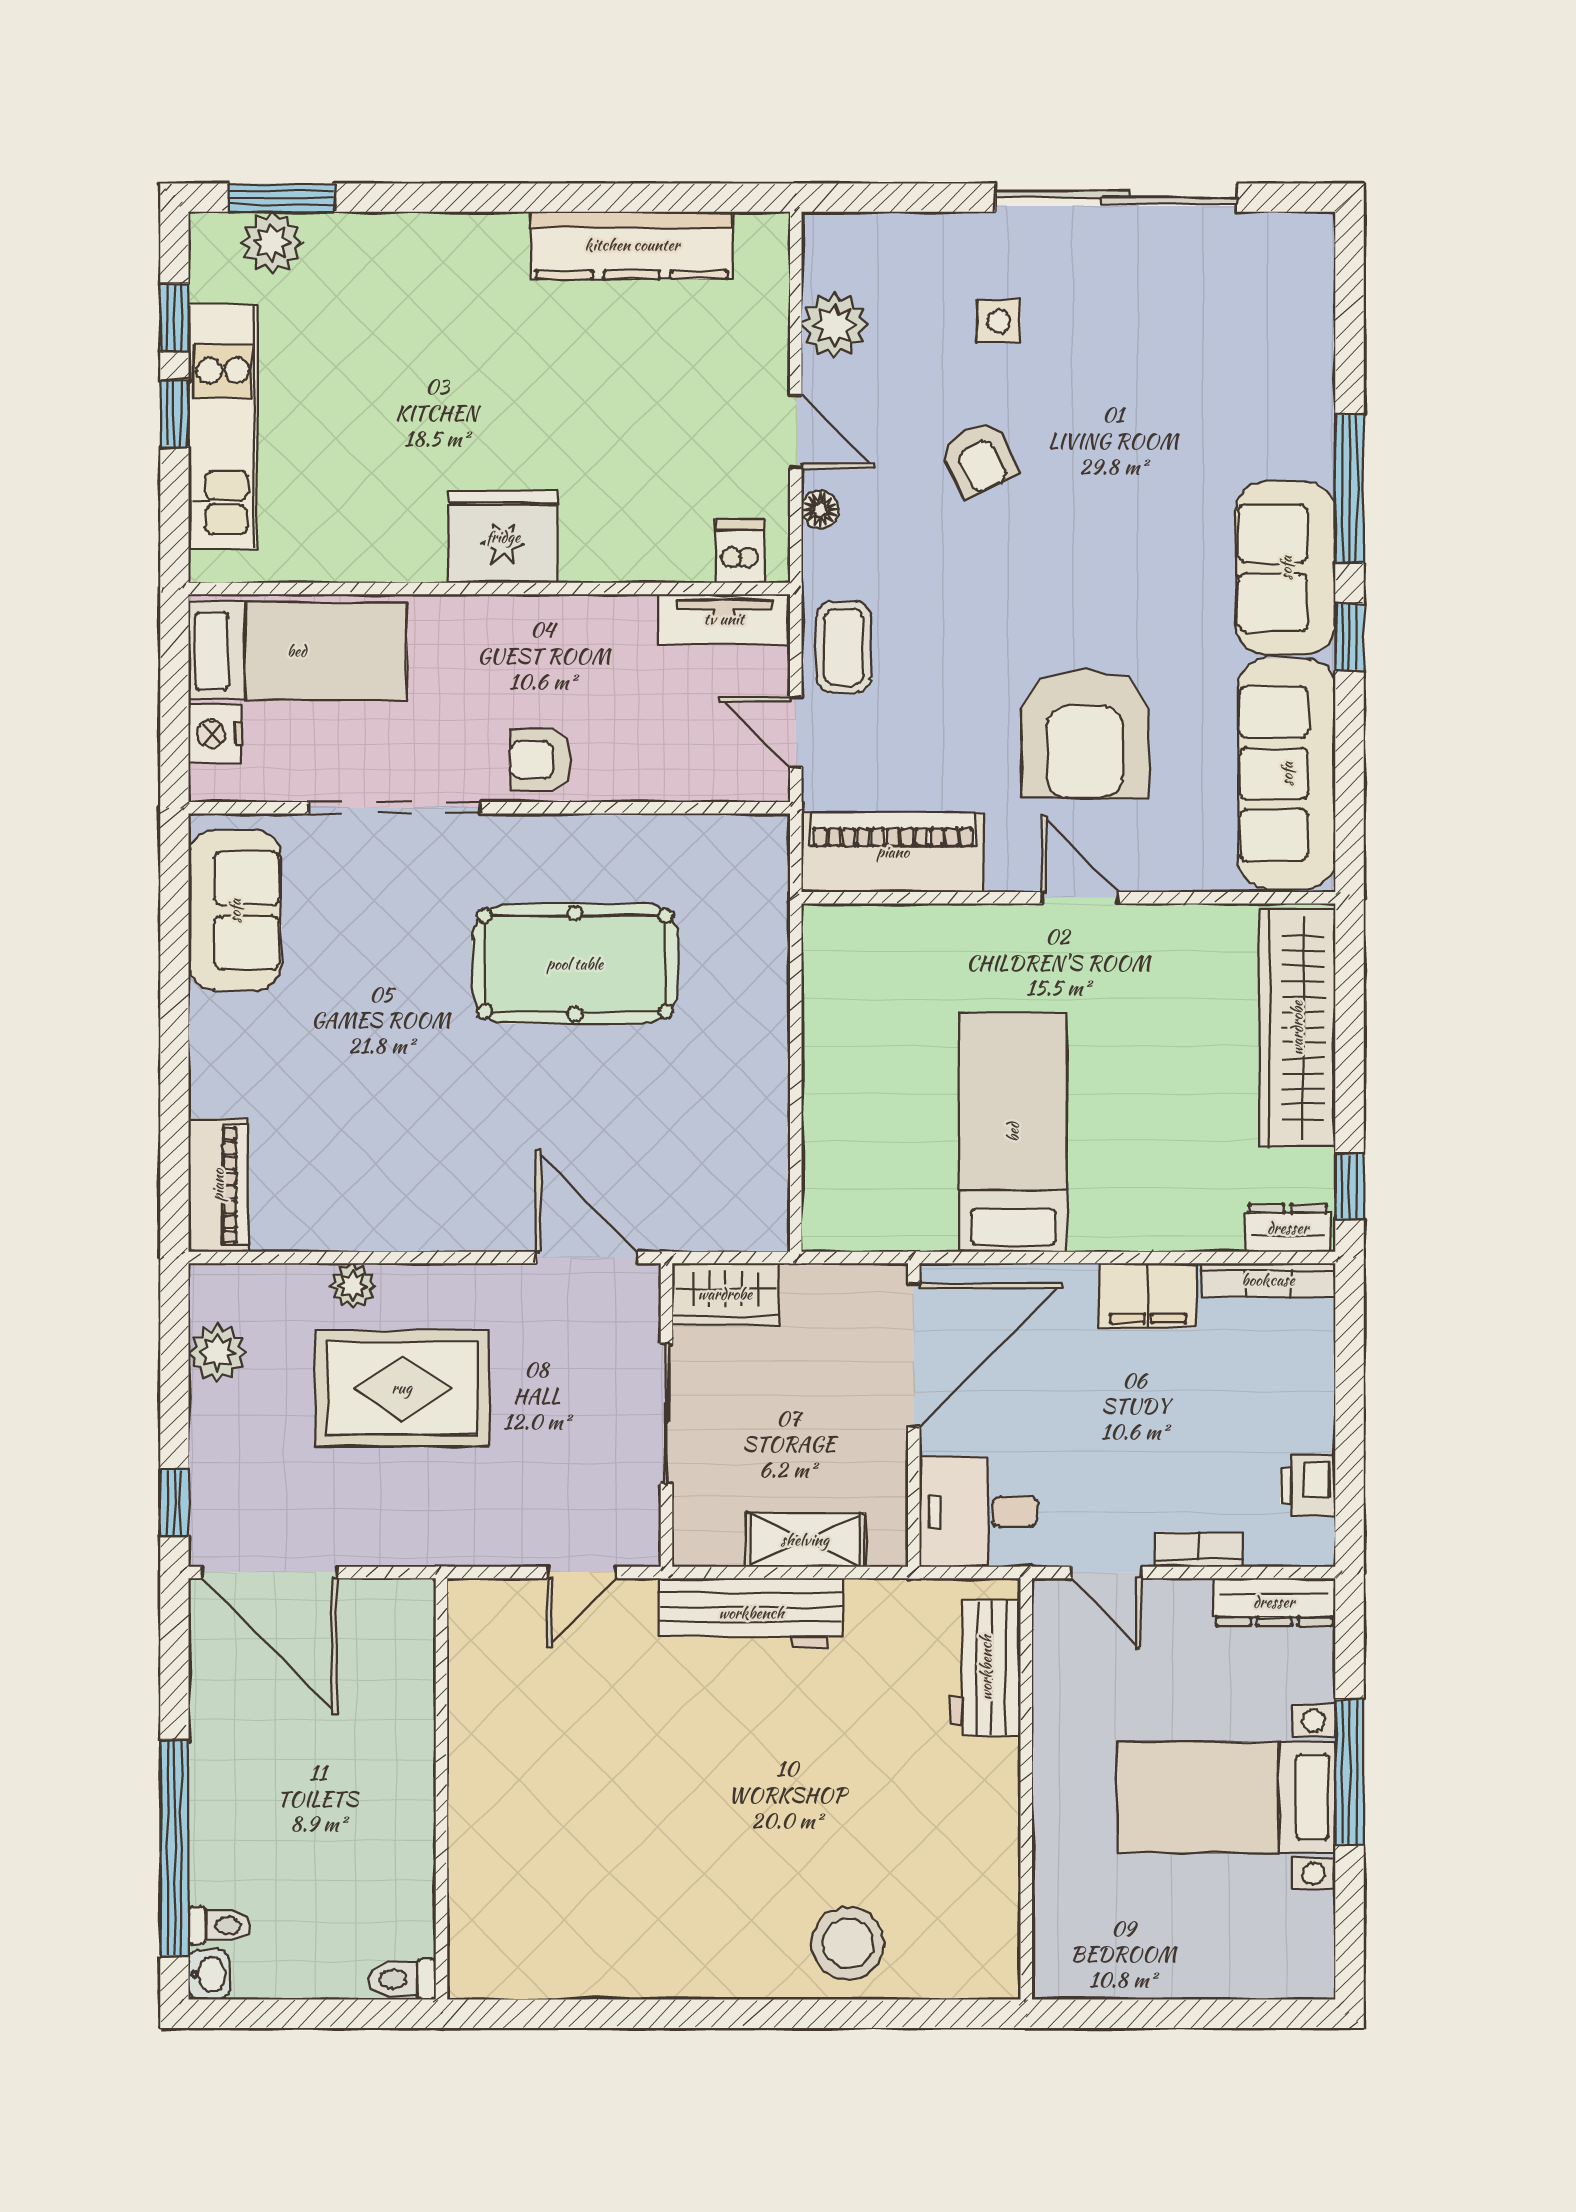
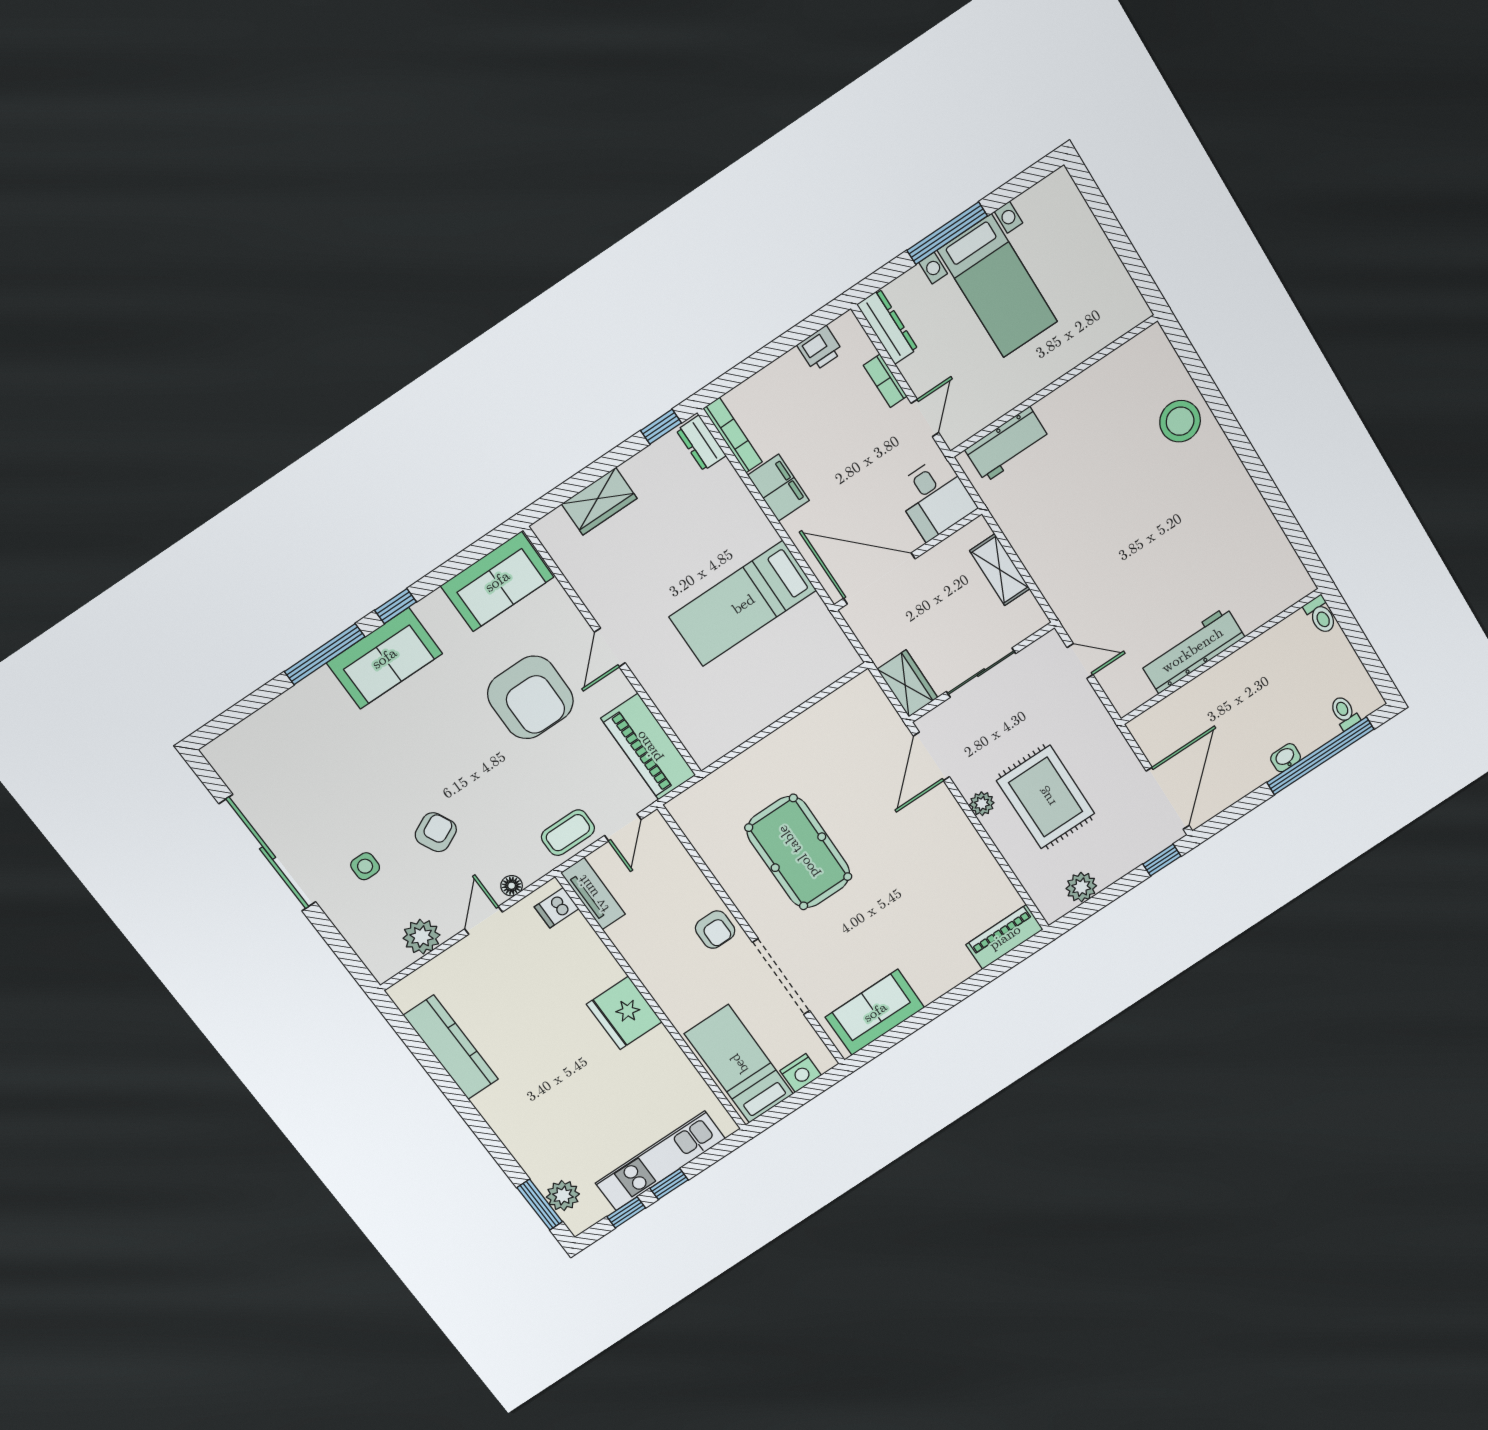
armchair: (1085, 734) -> (530, 697), turned 90
sofa: (1287, 774) -> (497, 581), width x0.73
wardrobe: (1297, 1028) -> (599, 501), width x0.48, depth x0.85
plant: (353, 1286) -> (982, 804), moved
workbench: (751, 1613) -> (1192, 650), moved, turned -90
washbasin: (209, 1974) -> (1286, 758), moved

